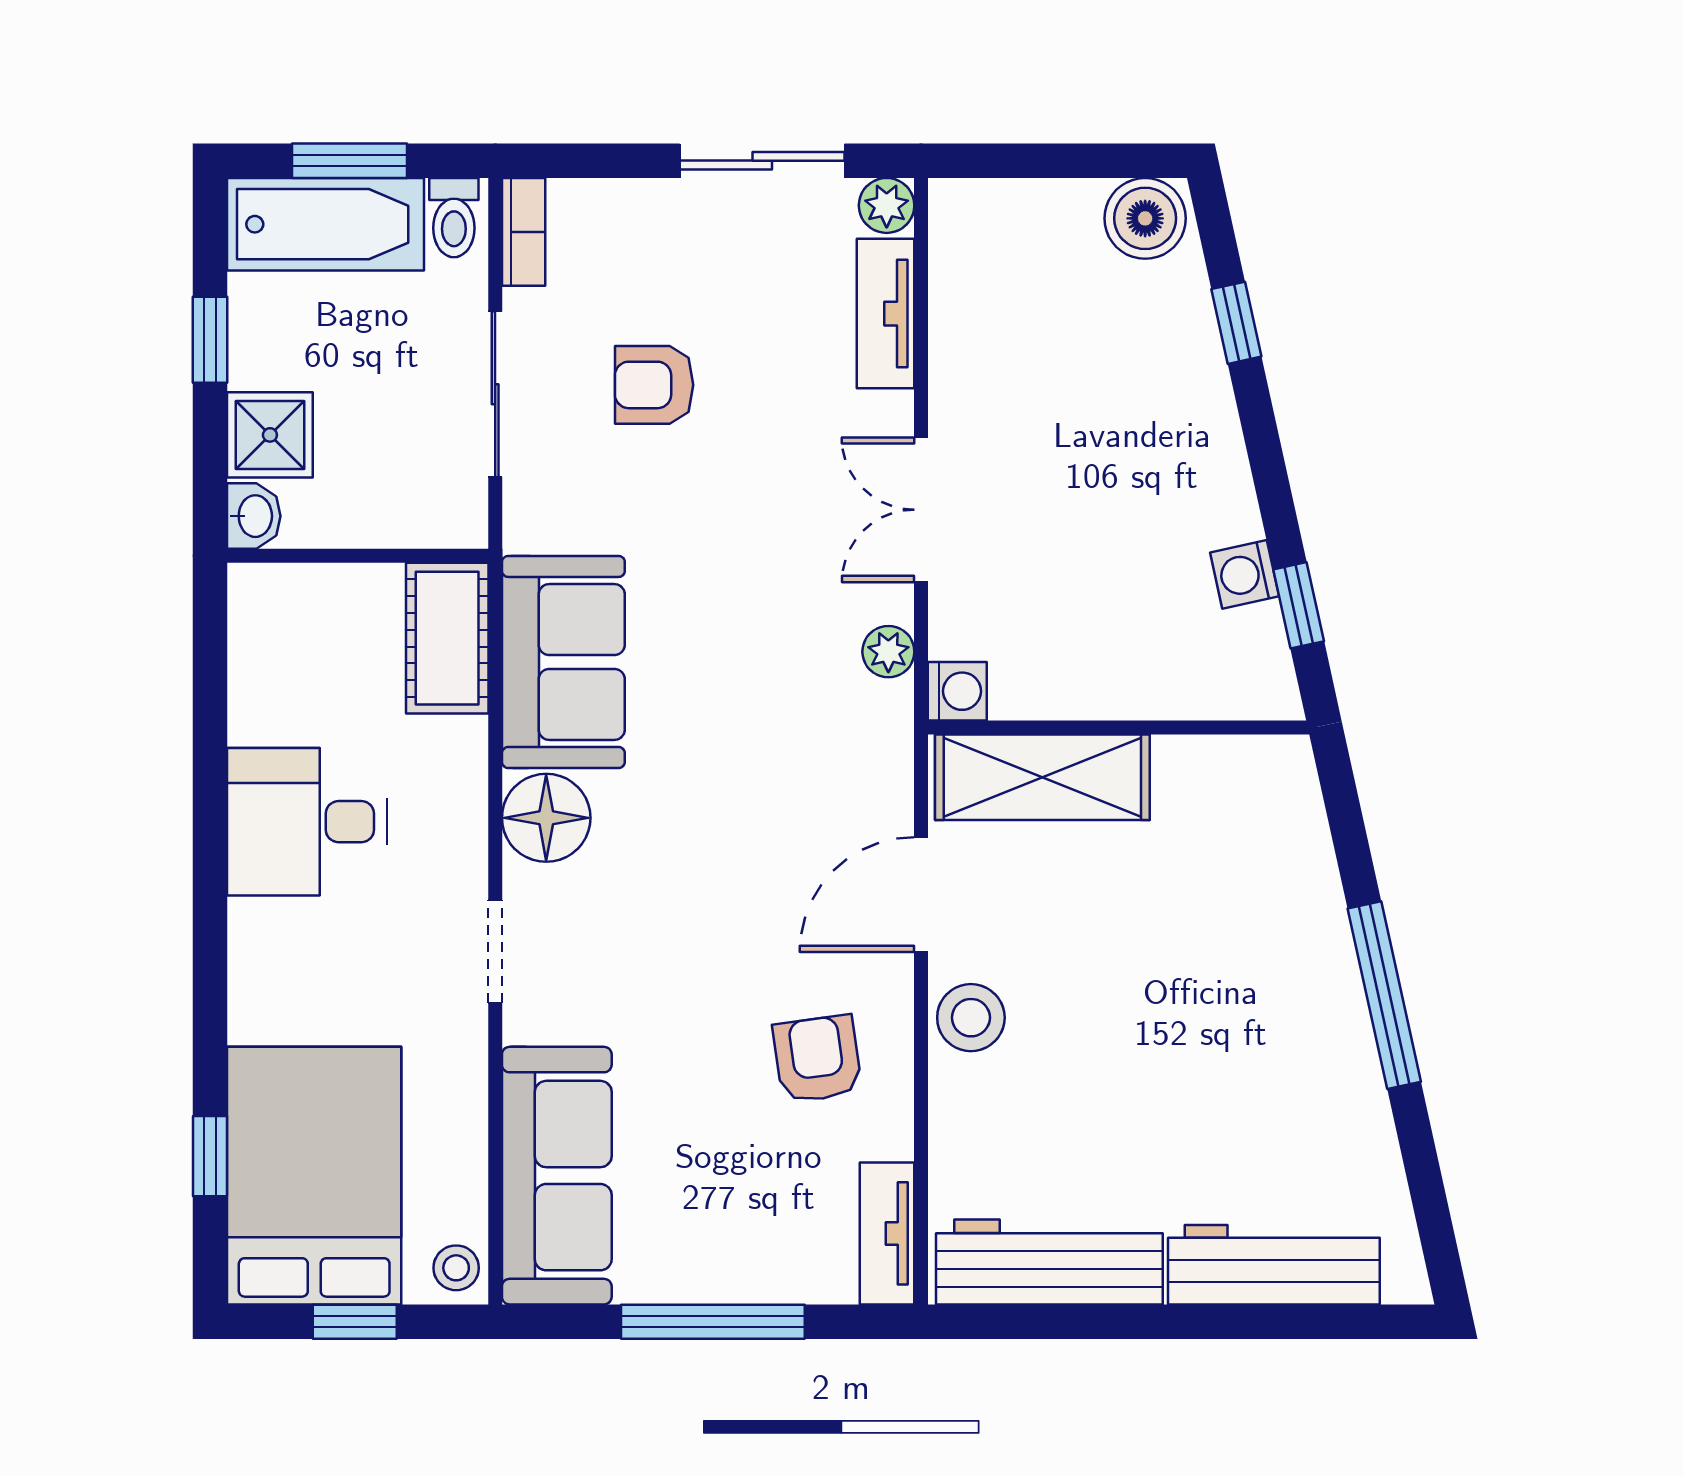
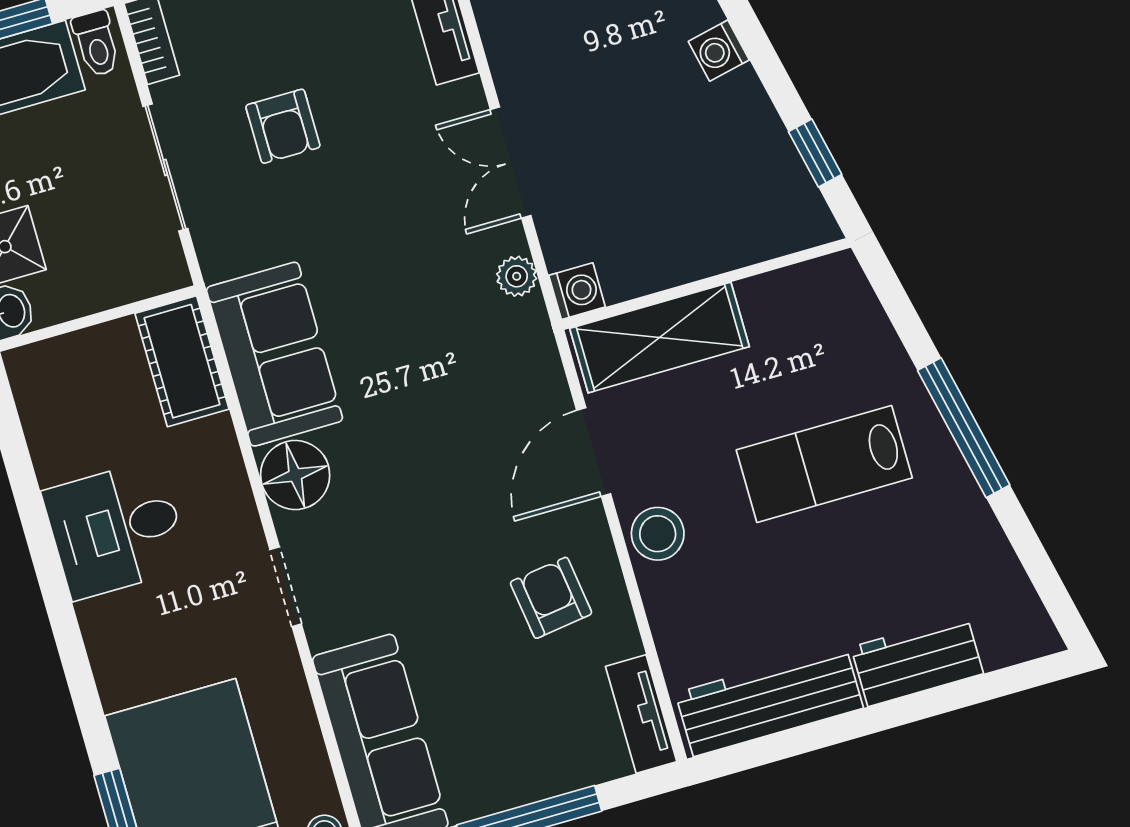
armchair: (654, 385) -> (283, 126), turned -90
washing machine: (1245, 574) -> (719, 51), moved
lab bench: (1200, 991) -> (824, 464), added
workbench: (1274, 1265) -> (917, 660), width x0.73

